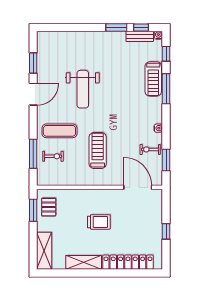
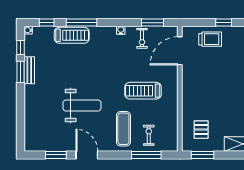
bench: (140, 36) -> (29, 70), moved
pallet: (49, 207) -> (201, 130), moved, turned 90
trolley: (99, 222) -> (210, 39), moved, turned 90

